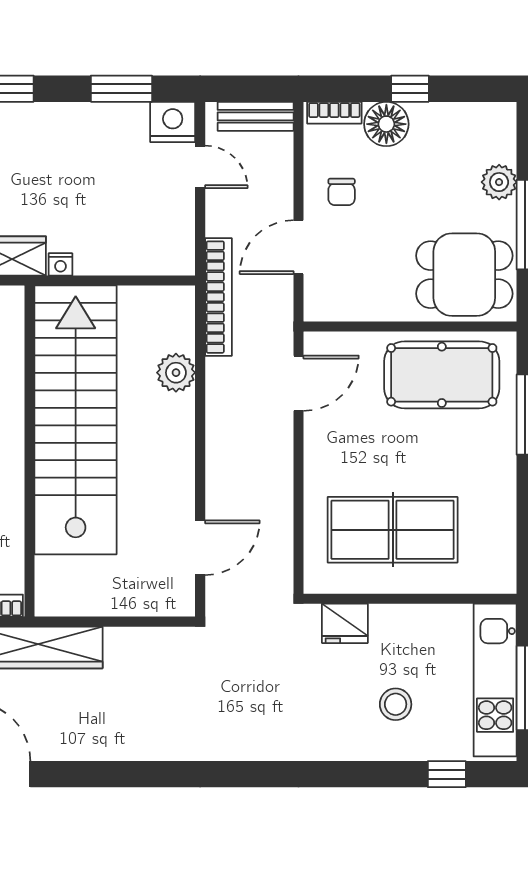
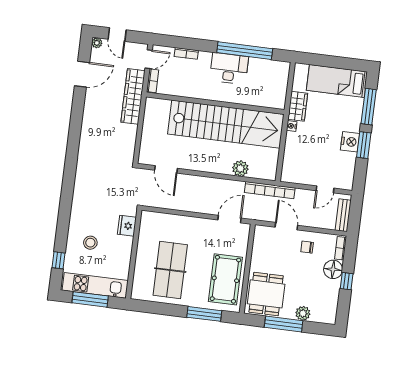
window: (121, 89) -> (364, 145), moved
nightstand: (173, 122) -> (350, 142), moved
door: (299, 383) -> (229, 219), swing flipped
table tennis table: (393, 530) -> (170, 270), moved

